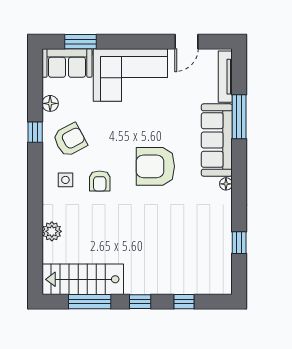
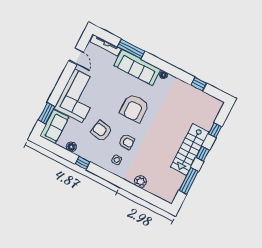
armchair: (70, 140) -> (101, 131), moved, turned -52
stairs: (83, 279) -> (190, 149), moved

